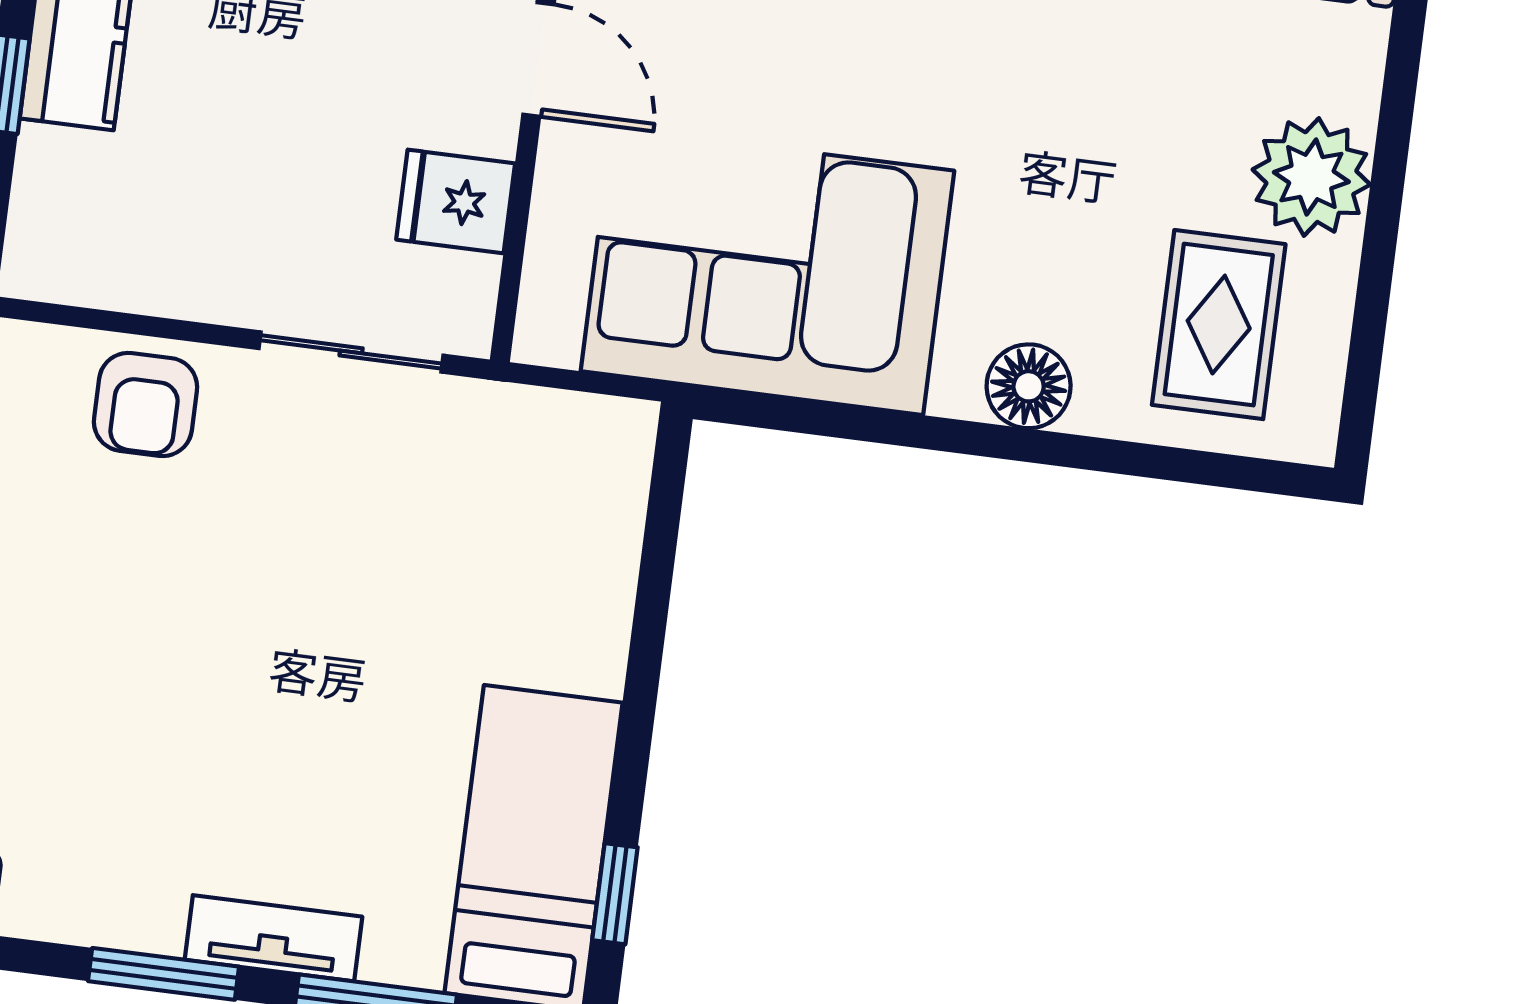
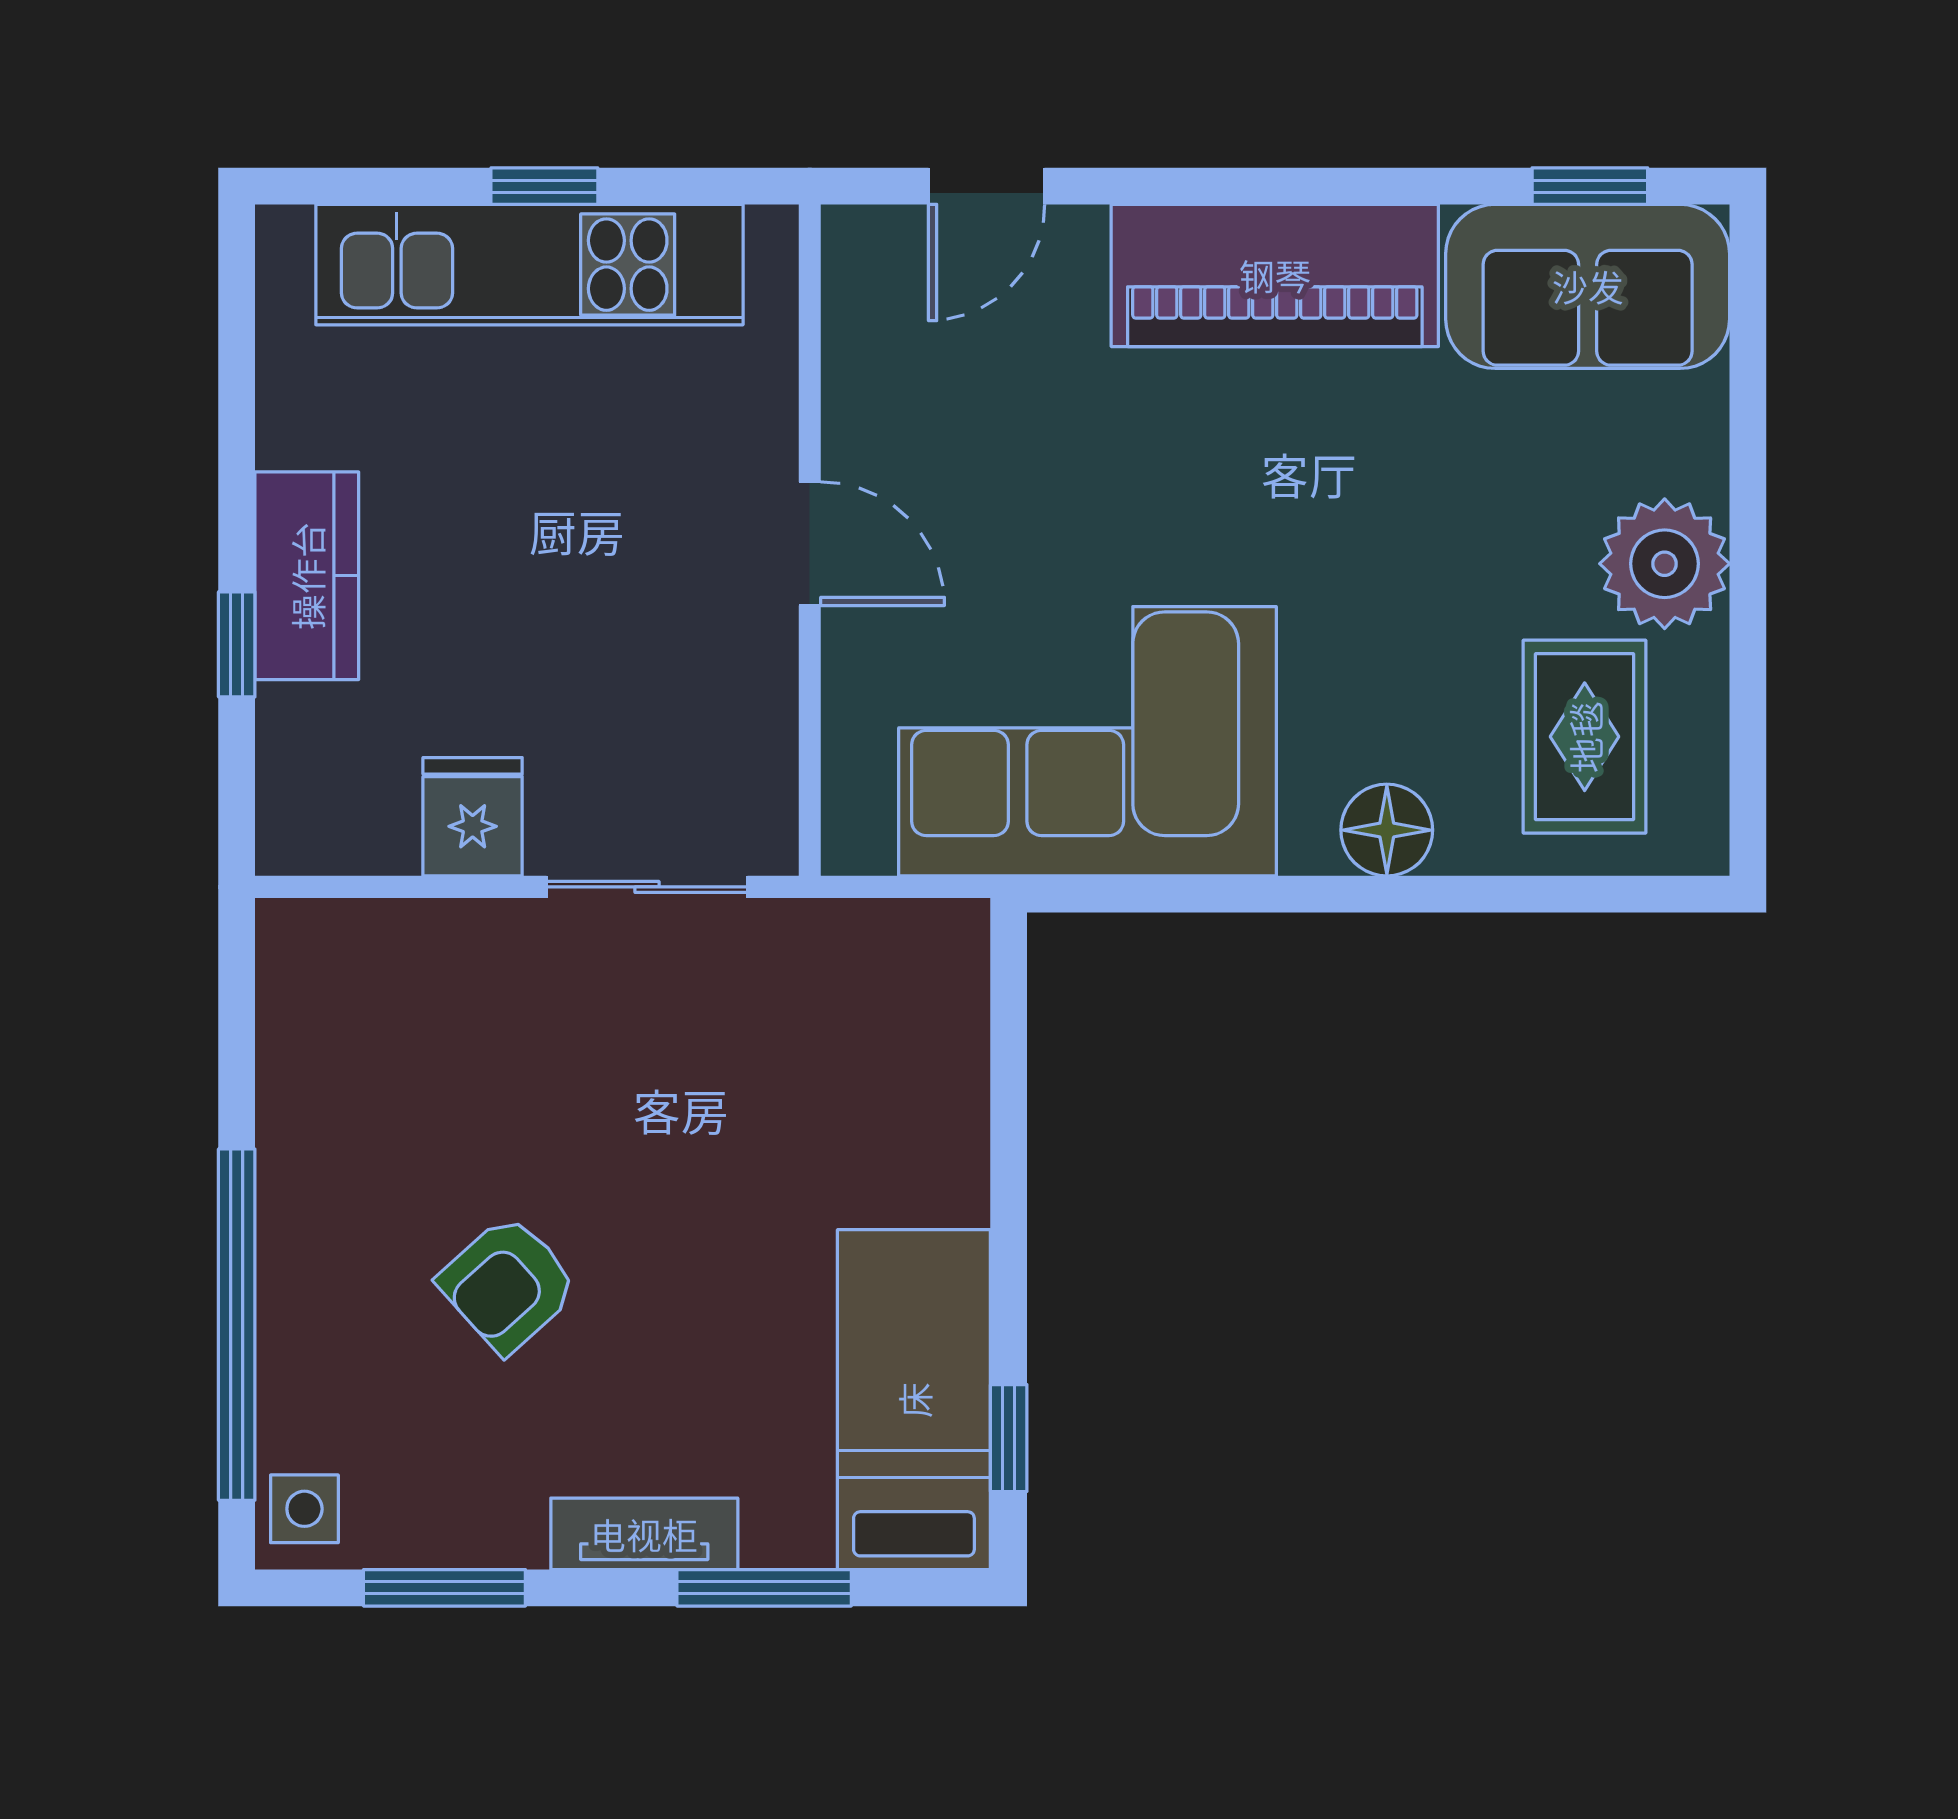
fridge: (456, 201) -> (473, 817), moved, turned 90
armchair: (146, 404) -> (508, 1284), moved, turned 48
window: (164, 974) -> (444, 1588), moved

